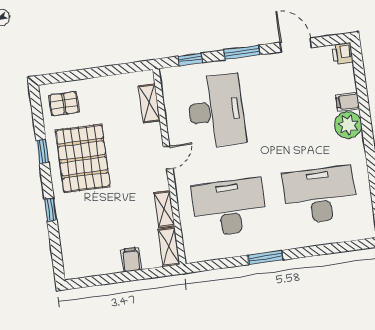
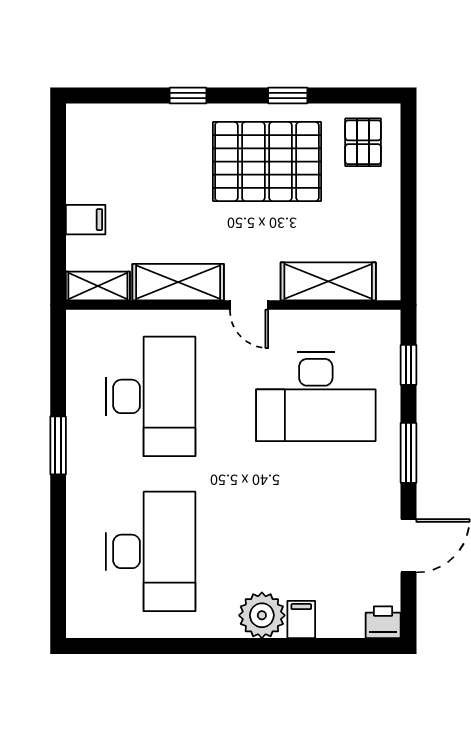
shelving: (149, 103) -> (328, 281), width x1.50, depth x1.33
shelving: (164, 209) -> (178, 282), width x1.50, depth x1.33

